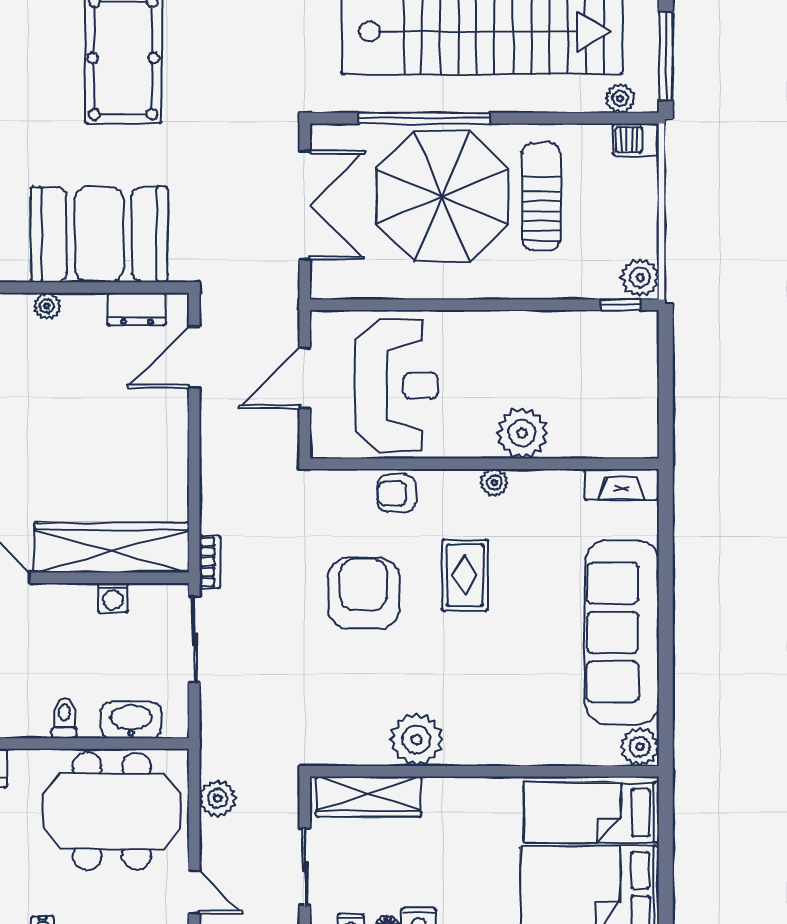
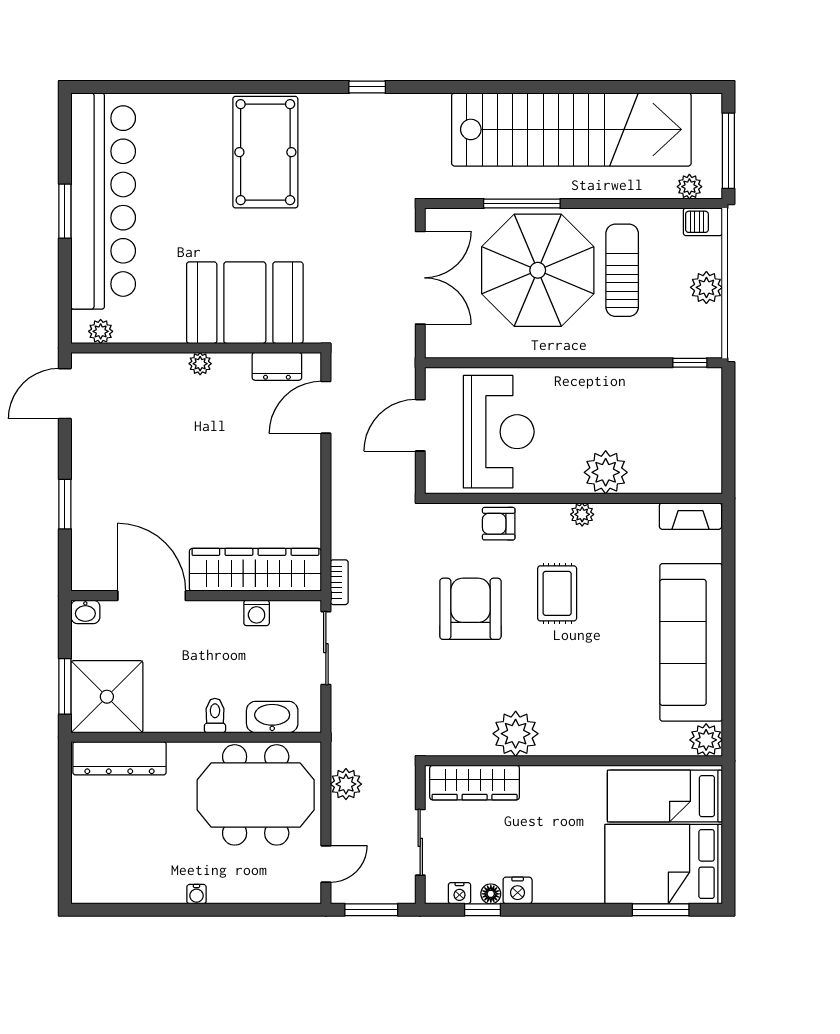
window: (424, 118) -> (522, 203), width x0.68
plant: (640, 278) -> (706, 287), moved
door: (194, 892) -> (326, 864), hinge flipped

